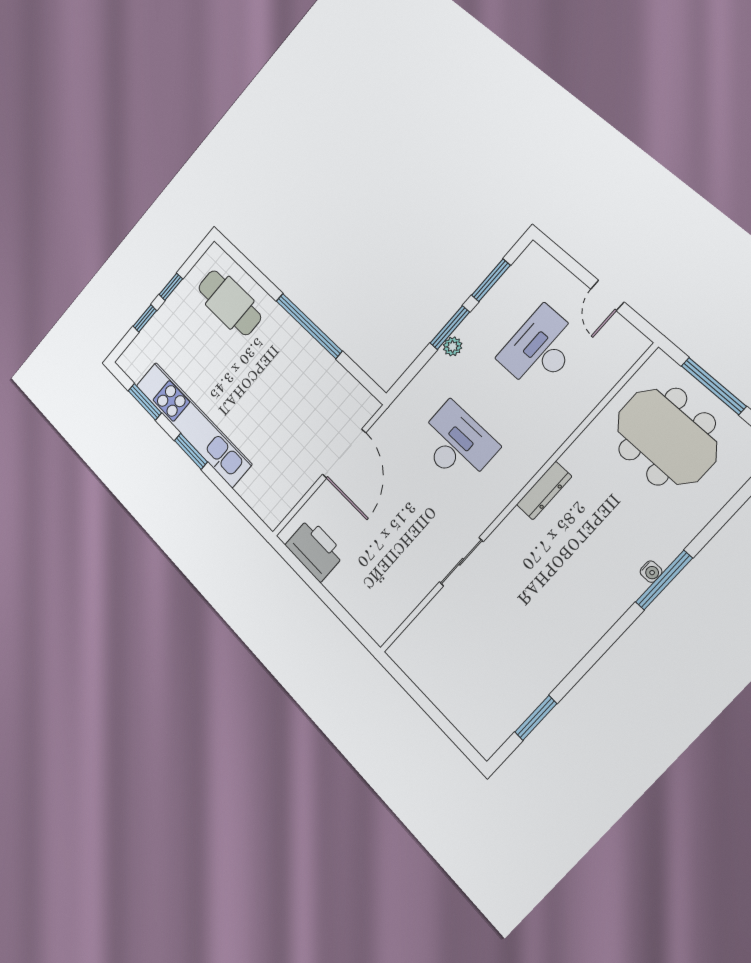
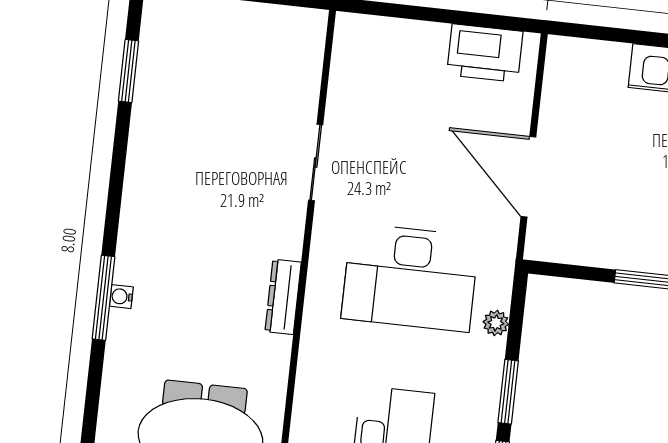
plant: (453, 346) -> (496, 323), moved
desk: (457, 444) -> (410, 277), width x1.36, depth x1.30

